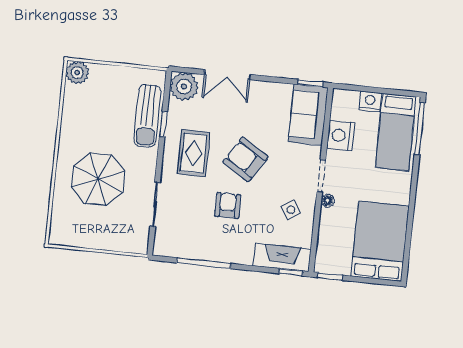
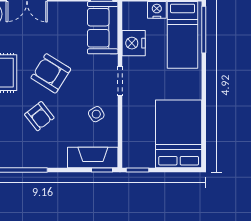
floor lamp: (328, 201) -> (128, 103), removed
armchair: (228, 205) -> (39, 116), turned 142

